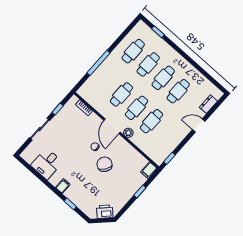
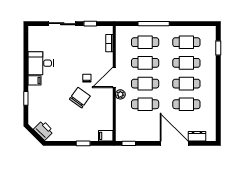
cafe table: (106, 81) -> (145, 42), added
door: (199, 125) -> (174, 143), width x1.88
desk: (47, 164) -> (41, 63), moved

